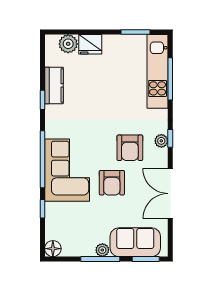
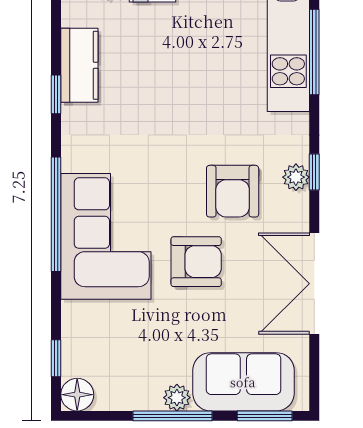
armchair: (112, 183) -> (196, 262), turned -90
window: (42, 209) -> (56, 358), moved

